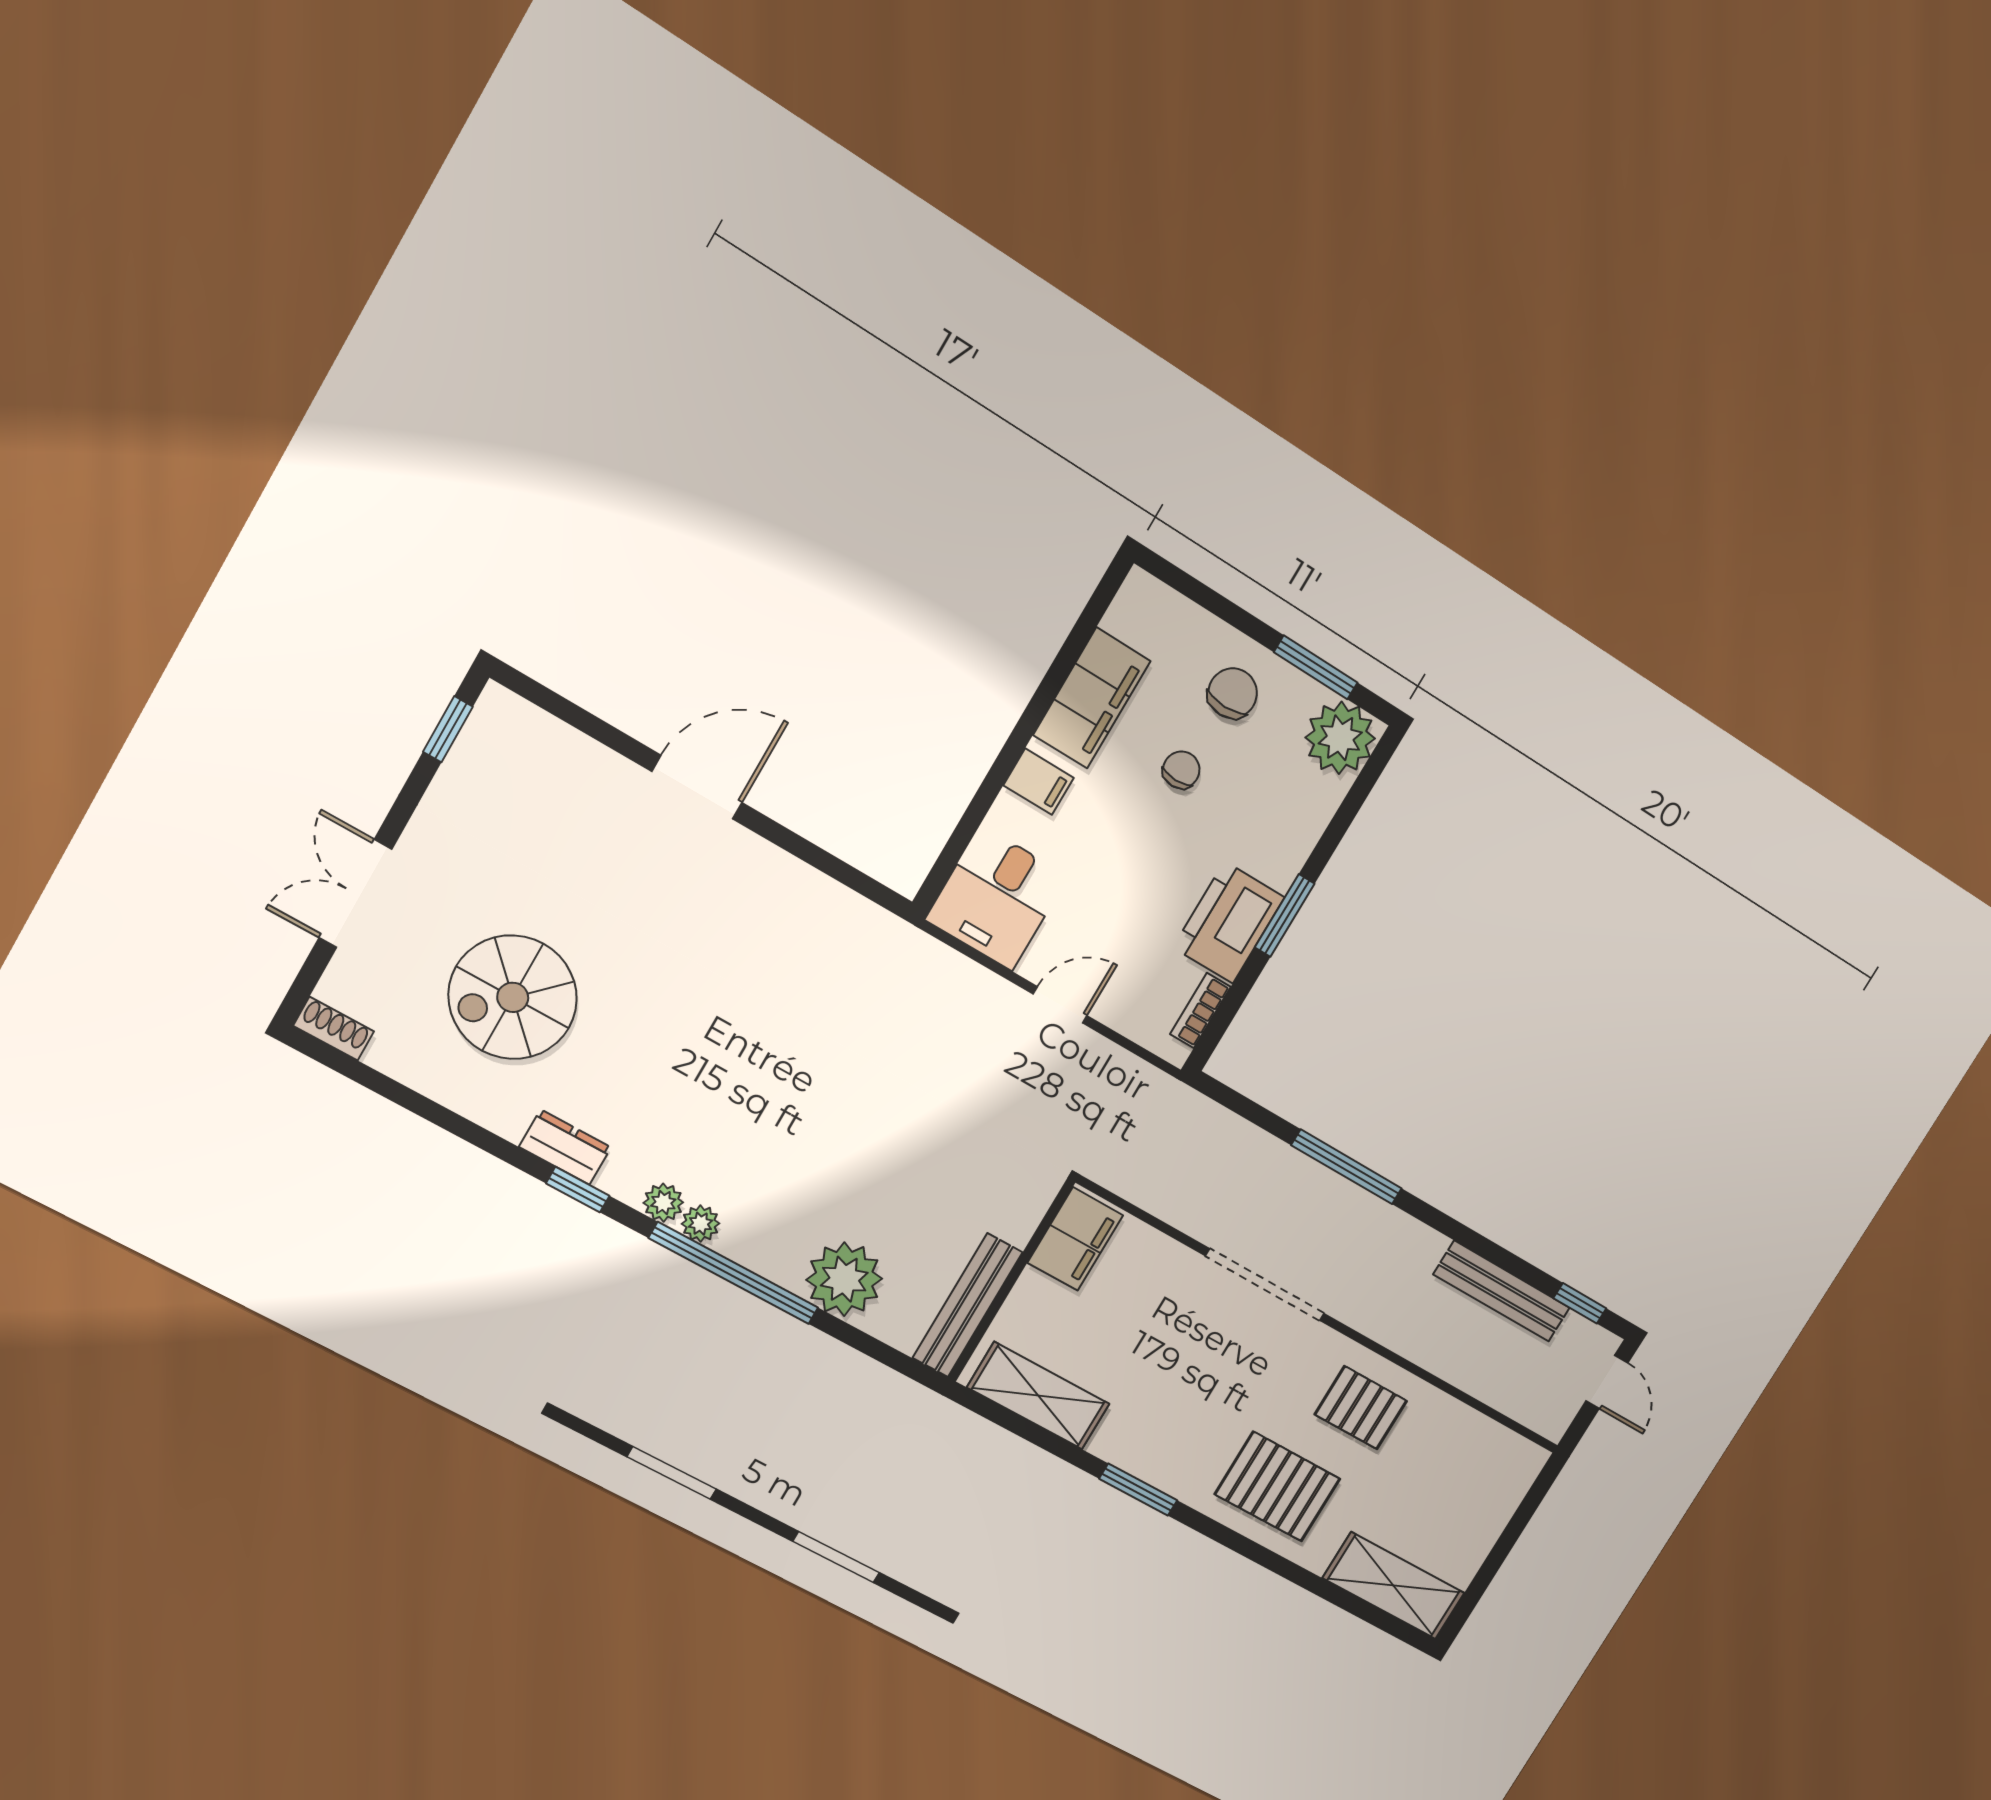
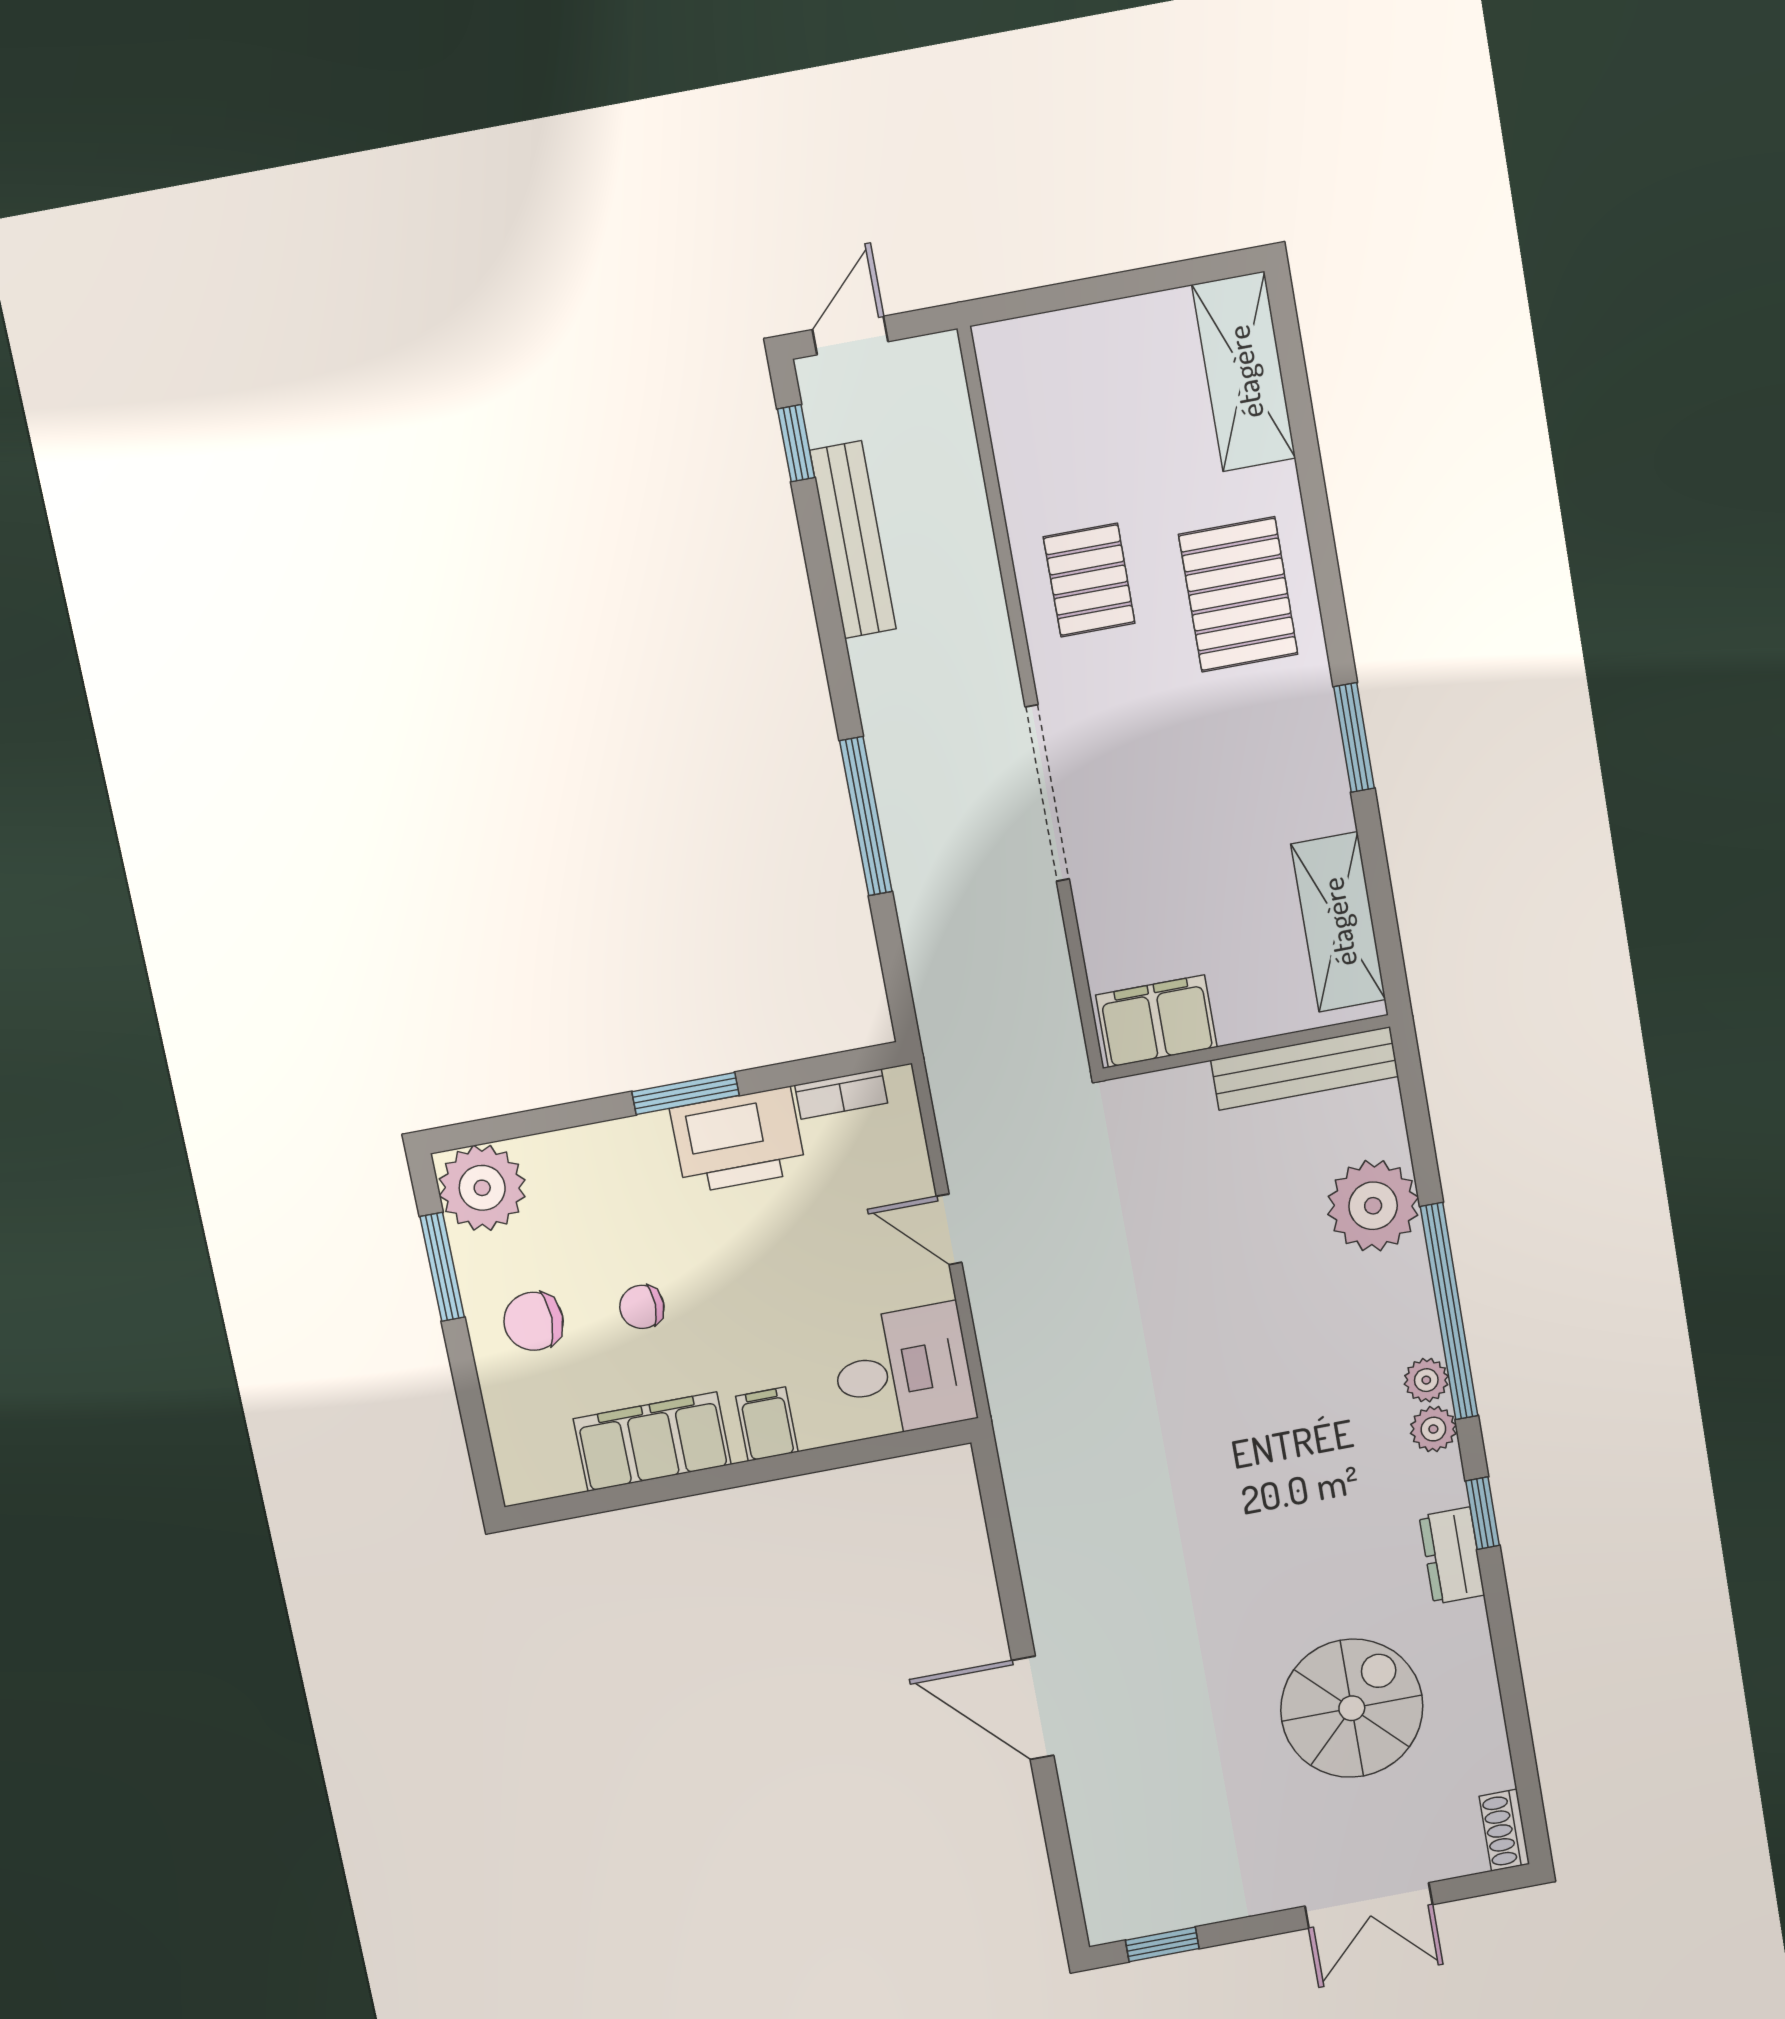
spiral stairs: (513, 997) -> (1352, 1708), turned -90

